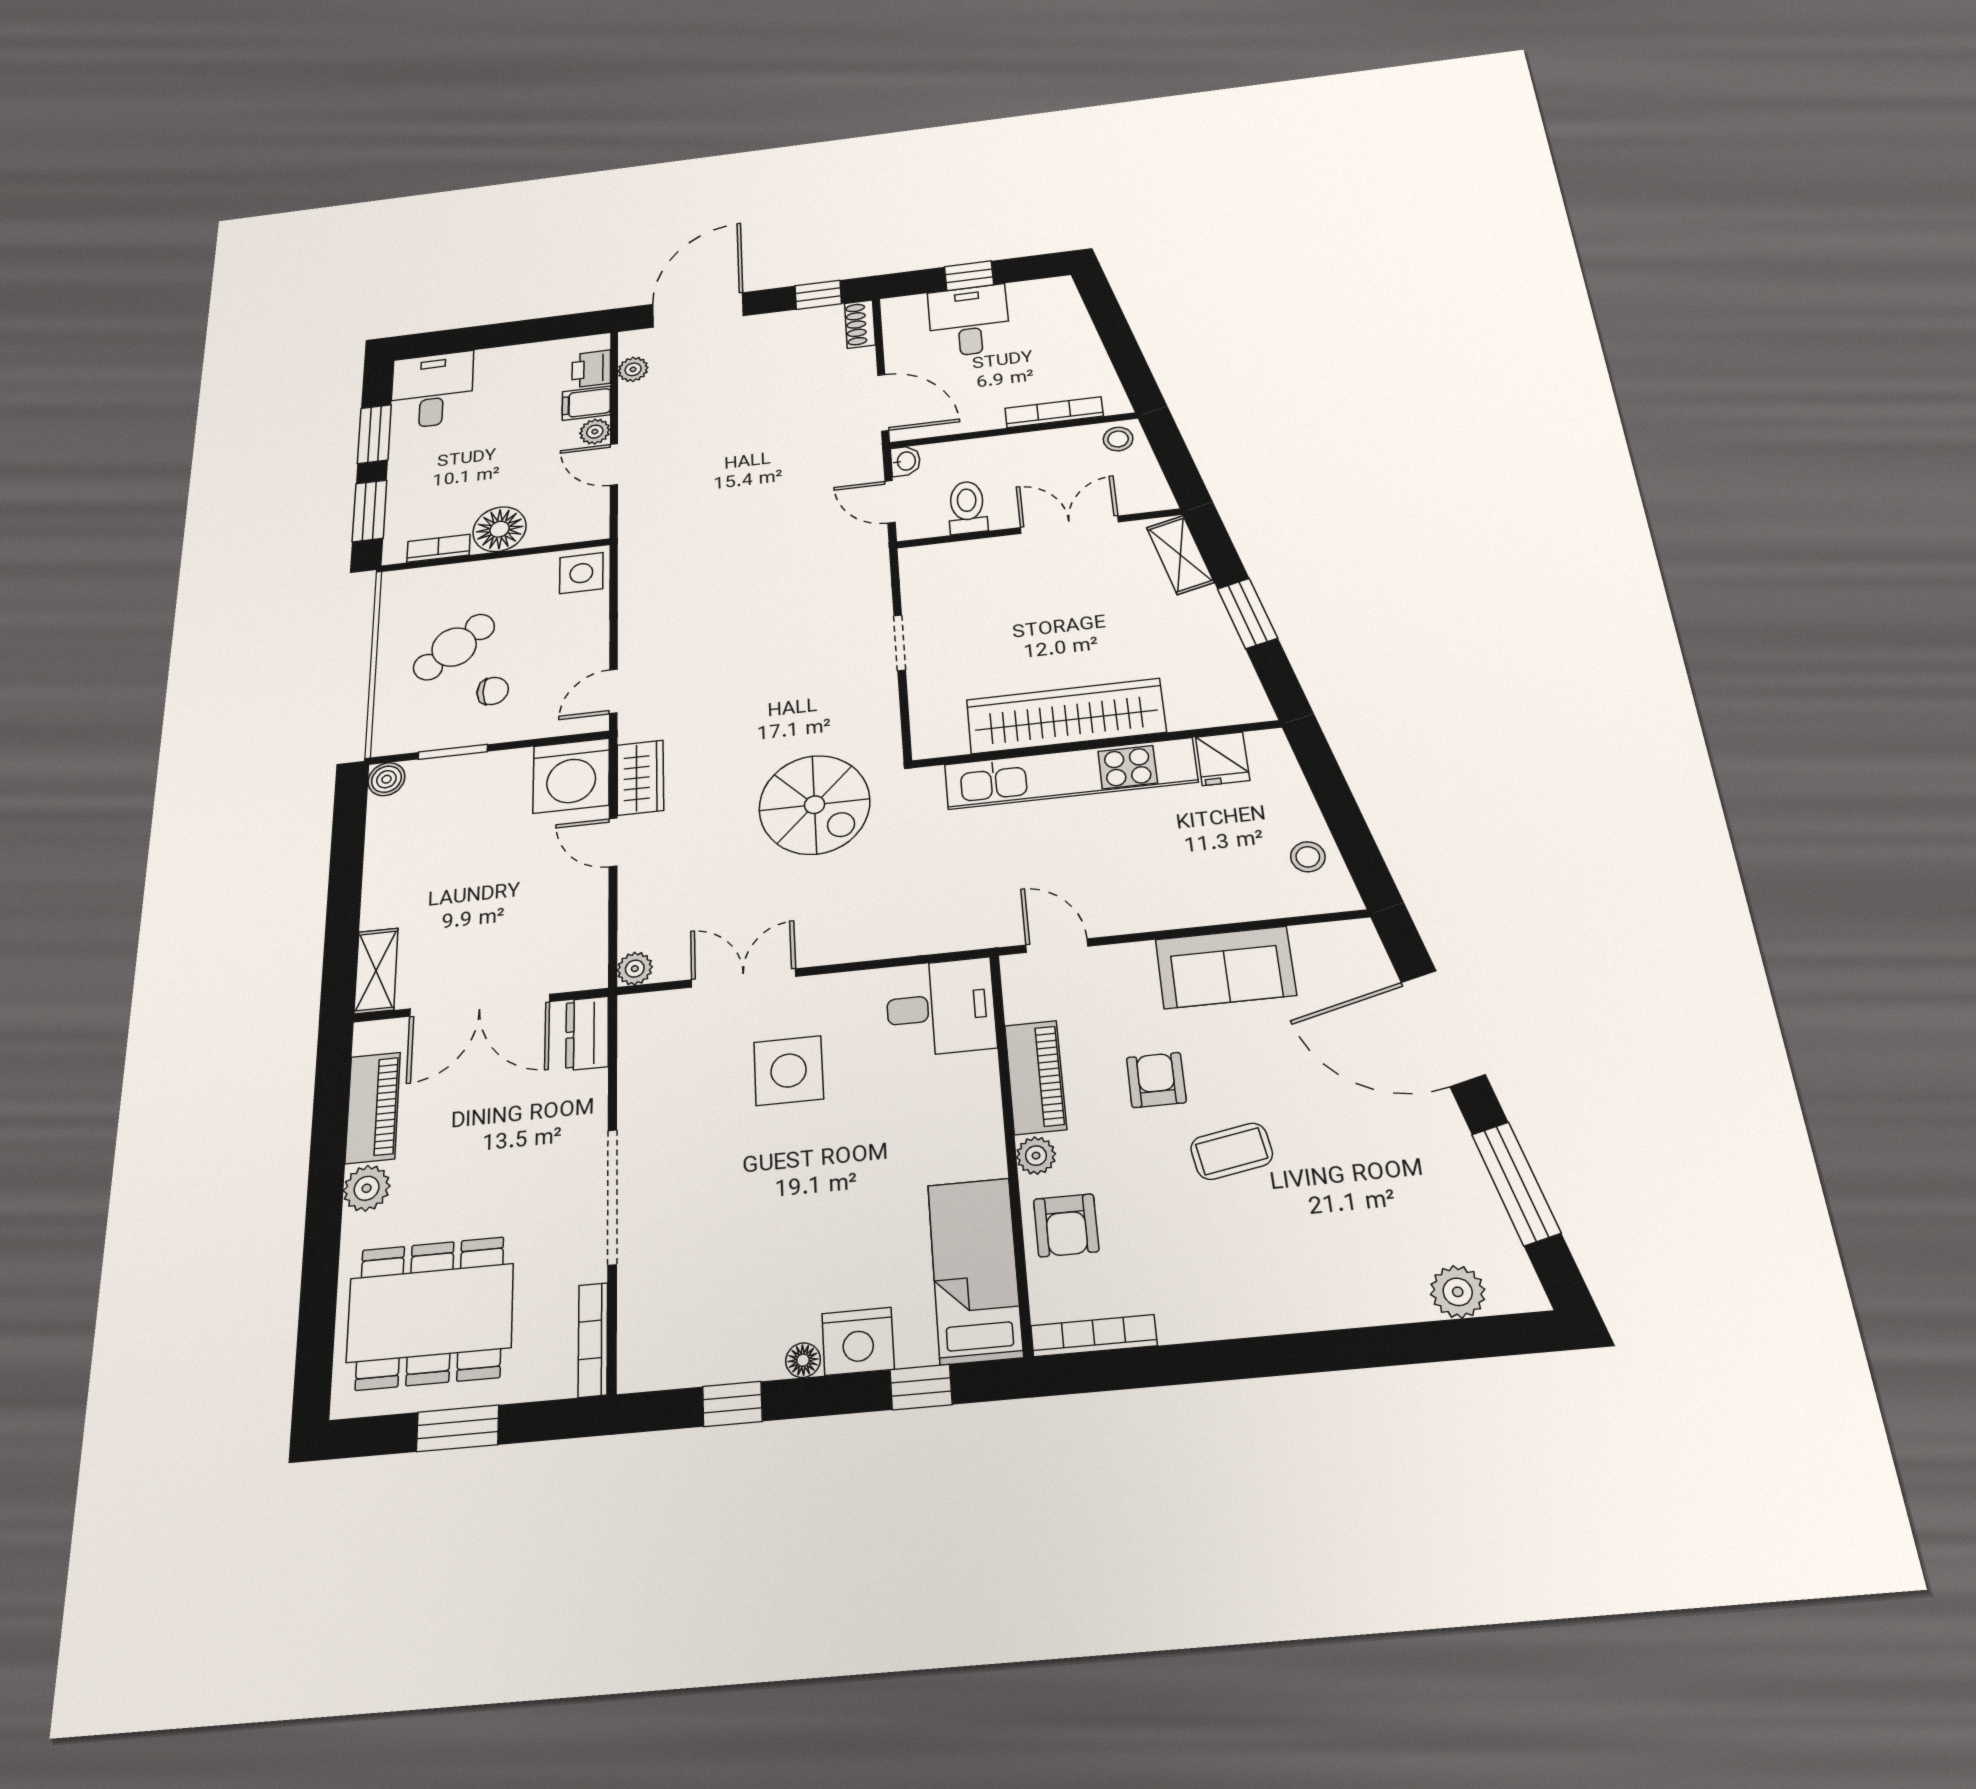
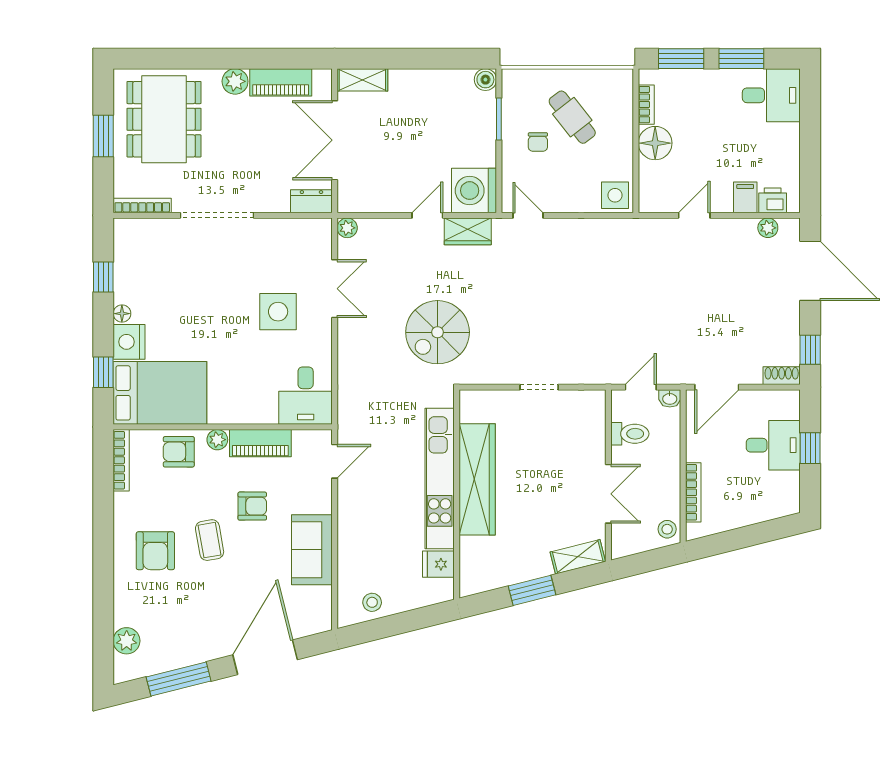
plant: (595, 432) -> (722, 203), removed
armchair: (1267, 1252) -> (155, 551), added
bed: (975, 1270) -> (160, 393), width x1.50

